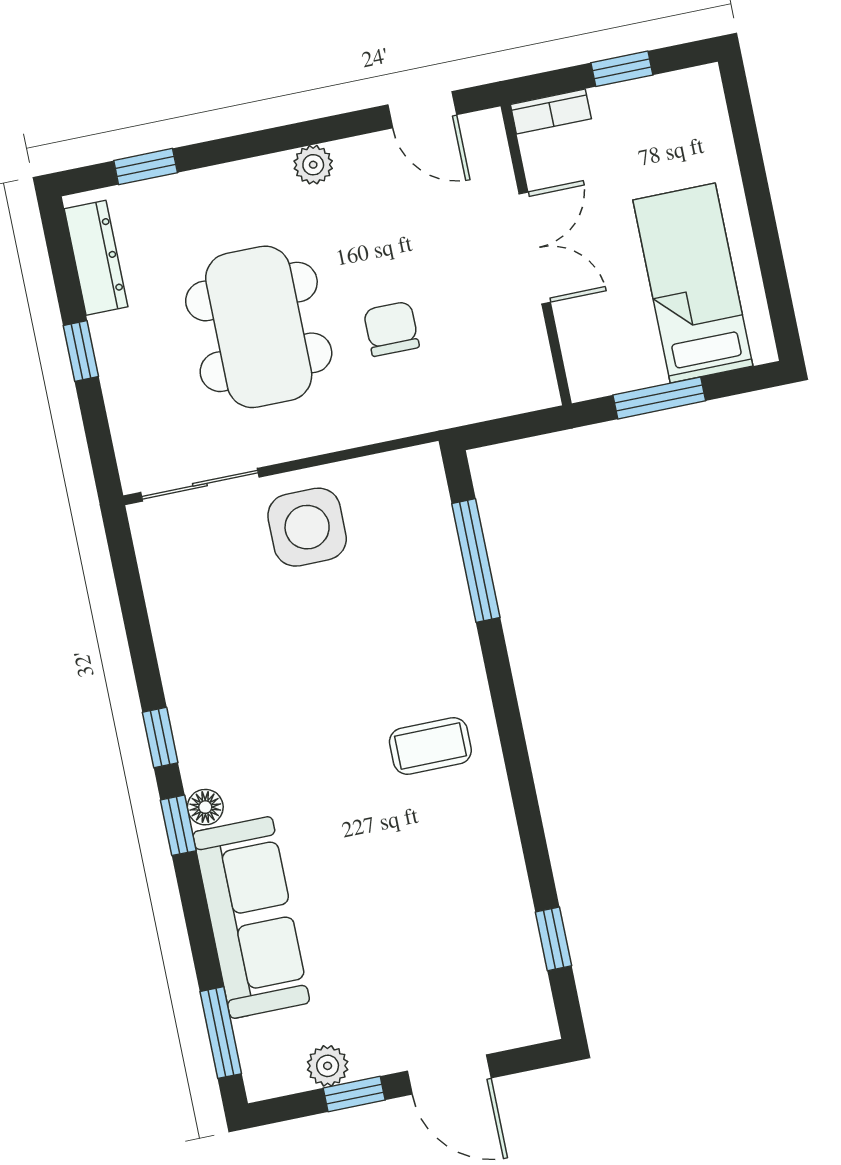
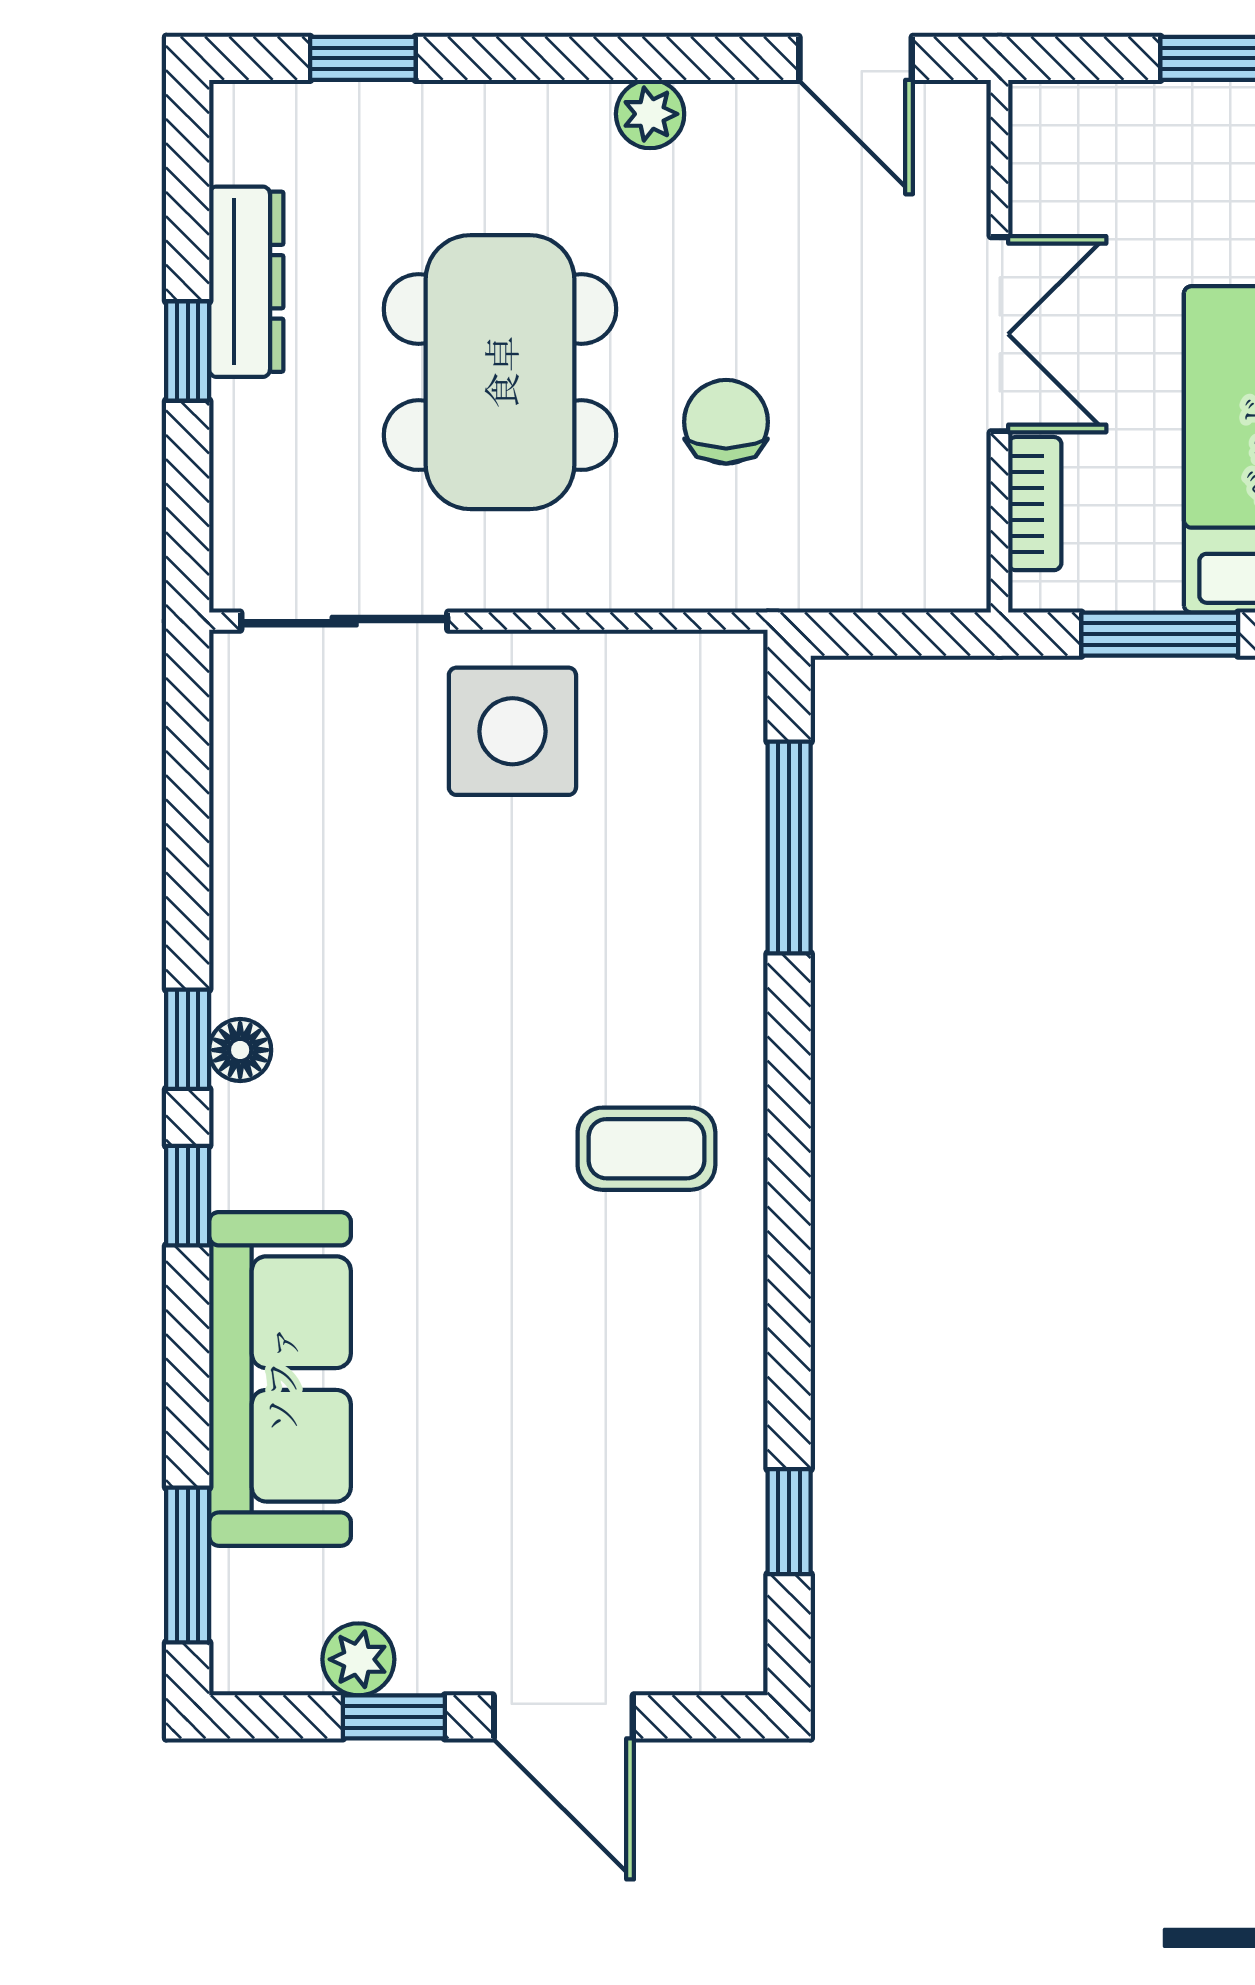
bookcase: (551, 112) -> (1035, 504), moved, turned -90
dresser: (96, 258) -> (246, 282), moved
floor lamp: (205, 807) -> (240, 1050), moved

